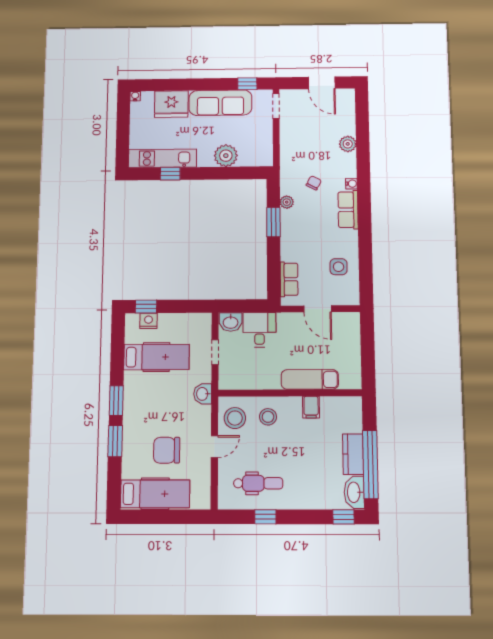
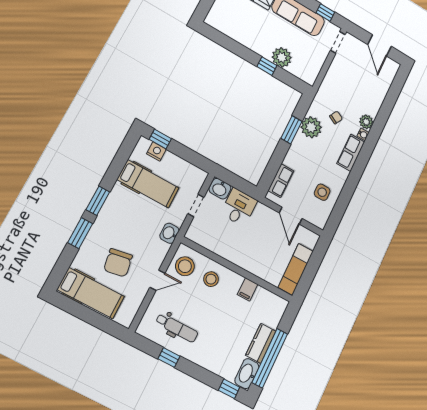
plant: (348, 144) -> (366, 122), moved
kitchen unit: (162, 158) -> (233, 30), removed
window: (170, 174) -> (267, 66), moved
plant: (287, 202) -> (311, 127), width x1.87, depth x1.87
exam couch: (310, 379) -> (296, 269), moved, turned -90
chair: (167, 450) -> (118, 263), turned -100

